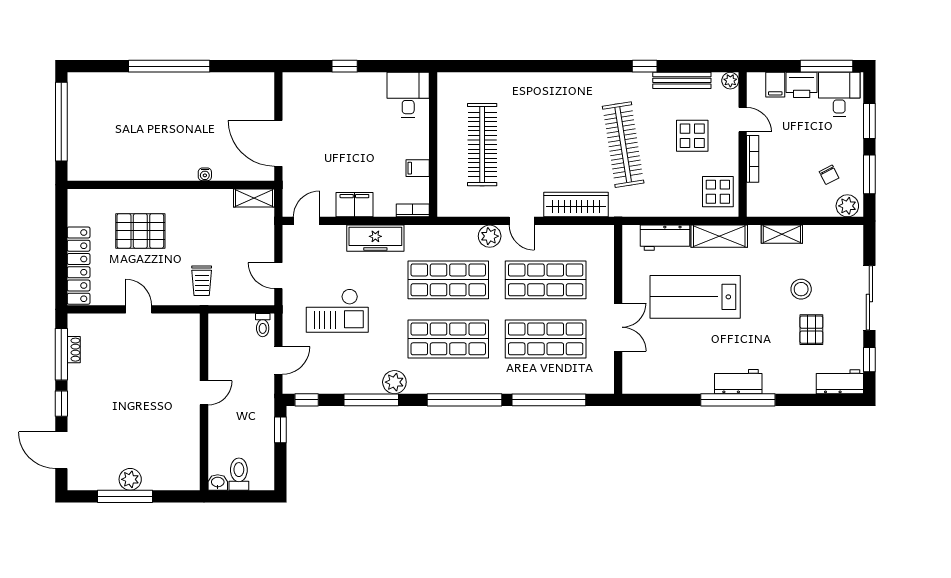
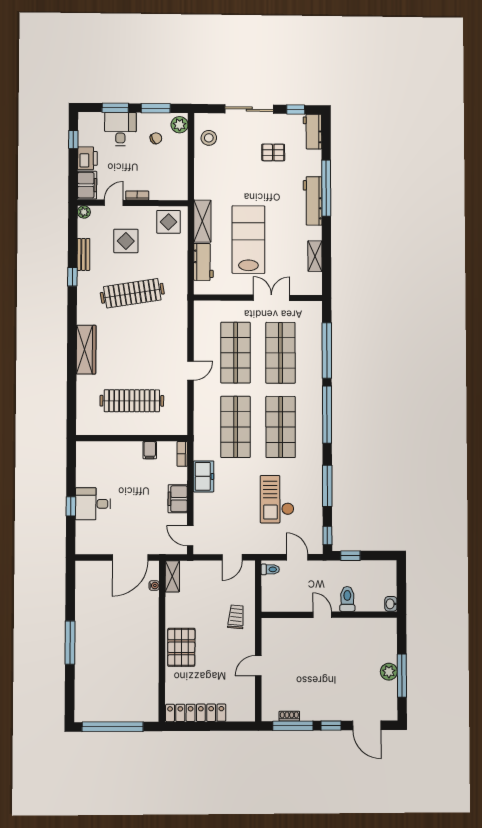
window: (169, 66) -> (70, 643), width x0.68
window: (827, 66) -> (73, 139), width x0.46
bench: (682, 80) -> (83, 254), width x0.73
filing cabinet: (775, 85) -> (87, 185), width x2.00
desk: (839, 94) -> (120, 129), moved, turned 90
desk: (408, 95) -> (93, 504), moved
bookcase: (753, 159) -> (137, 195), width x0.64
water cooler: (205, 174) -> (154, 586), moved
wardrobe: (576, 205) -> (86, 350), moved, turned 180
pallet: (140, 231) -> (181, 647), moved
shelving: (782, 234) -> (315, 256), moved
plant: (490, 236) -> (202, 395), removed
freezer: (375, 238) -> (204, 476), width x0.71
locker: (79, 266) -> (196, 713), moved
trolley: (202, 281) -> (236, 617), turned -85
stool: (801, 289) -> (209, 138), moved
lab bench: (695, 297) -> (248, 240), turned 180
checkout: (337, 311) -> (277, 499), moved, turned 180
plant: (394, 382) -> (314, 468), removed
workbench: (738, 382) -> (313, 201), width x1.38
window: (738, 400) -> (326, 188), moved
door: (61, 450) -> (367, 725), hinge flipped
toilet: (239, 474) -> (347, 599), moved, turned 90

